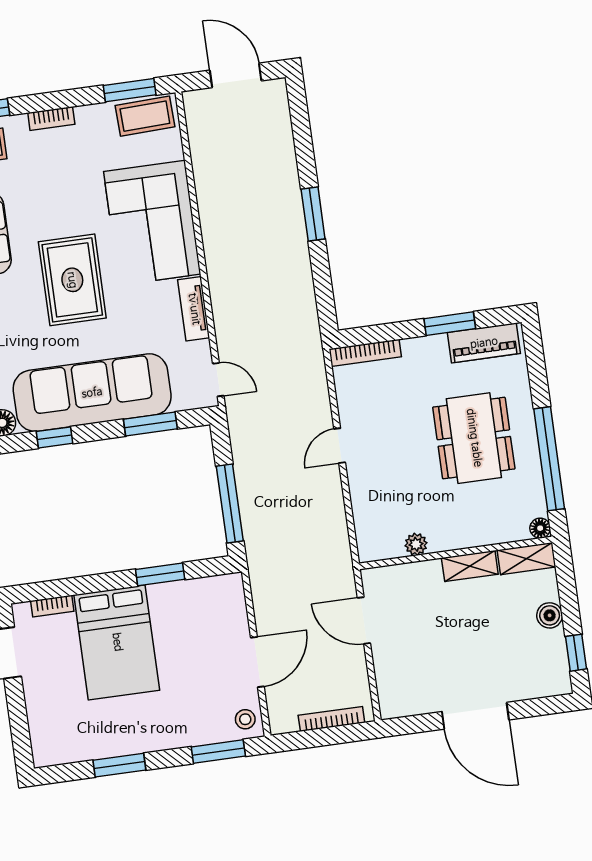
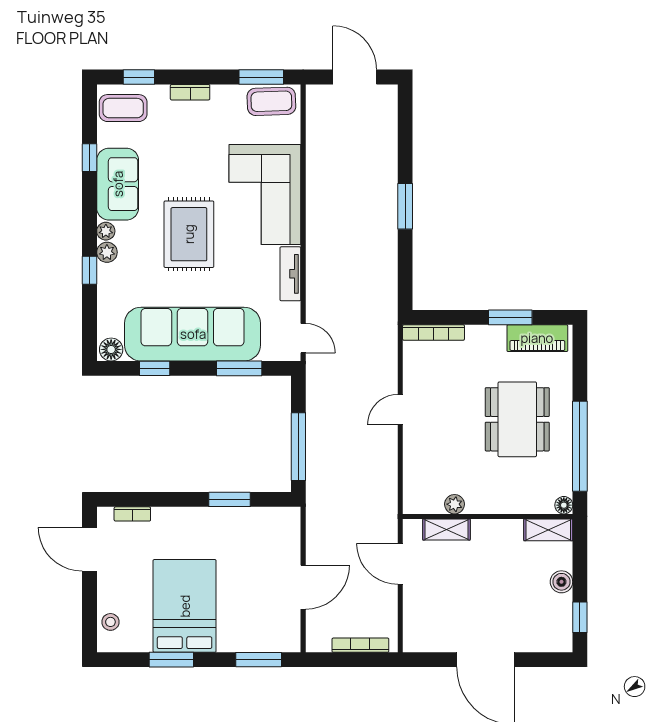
shelving: (470, 566) -> (446, 529), moved
bed: (117, 642) -> (185, 606), moved, turned 180
stool: (245, 719) -> (110, 622), moved

